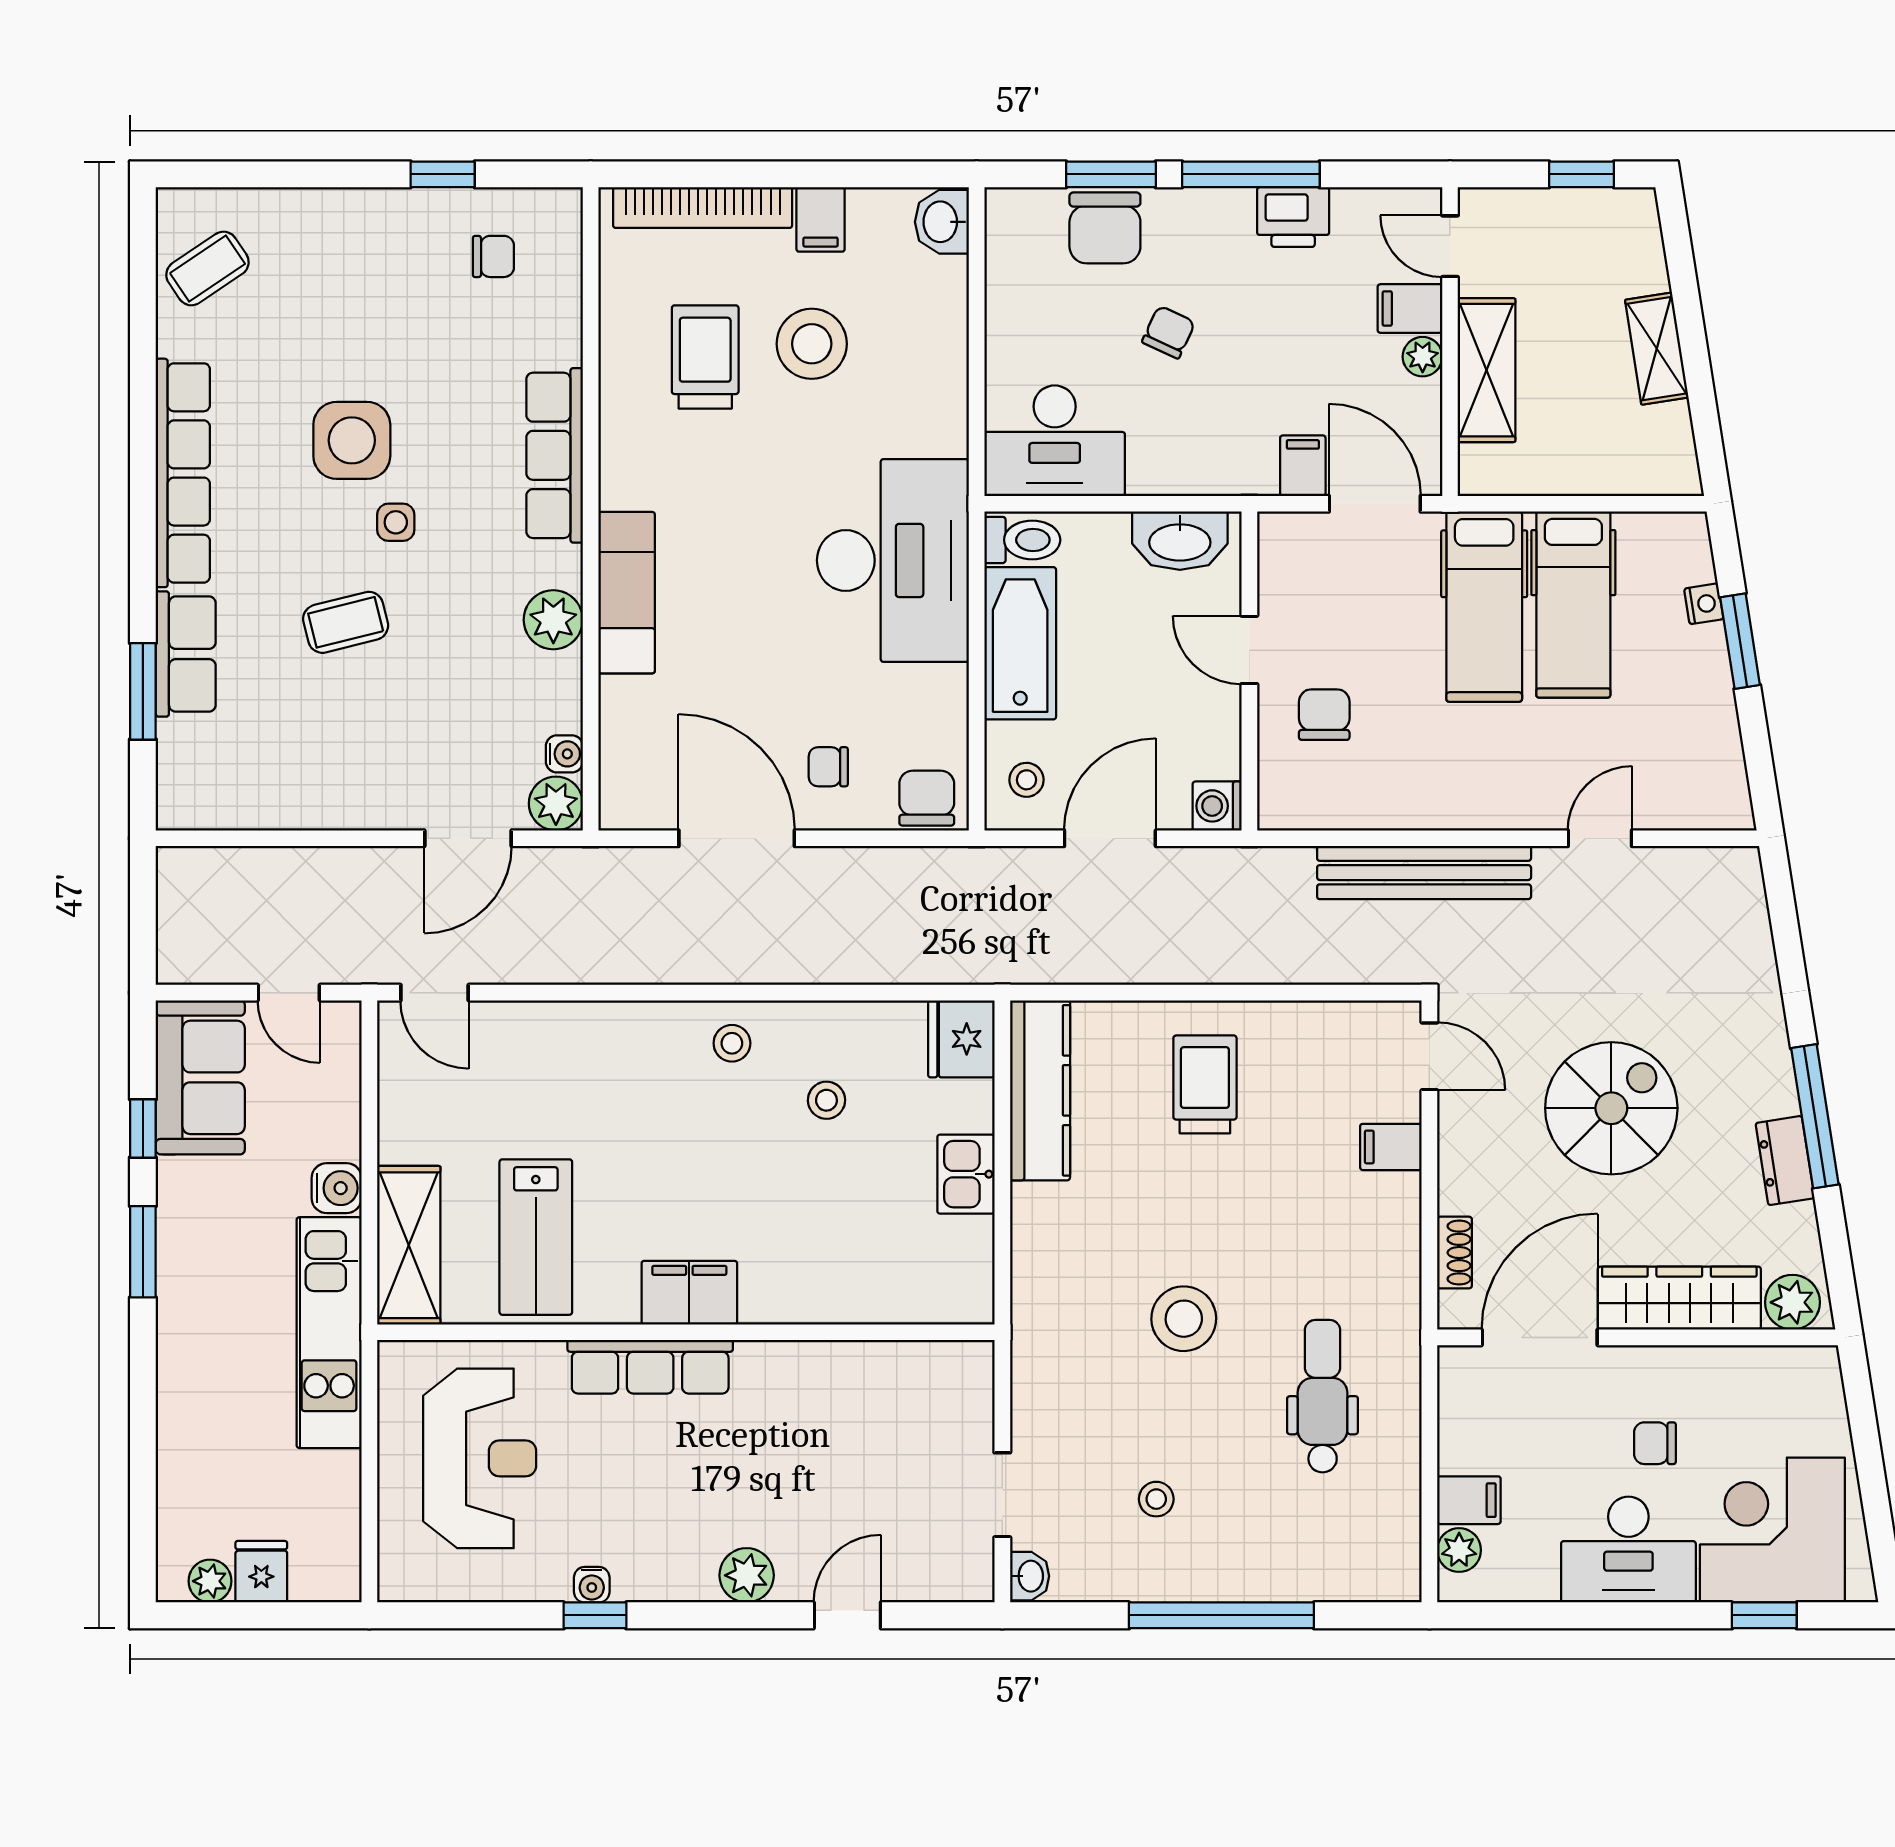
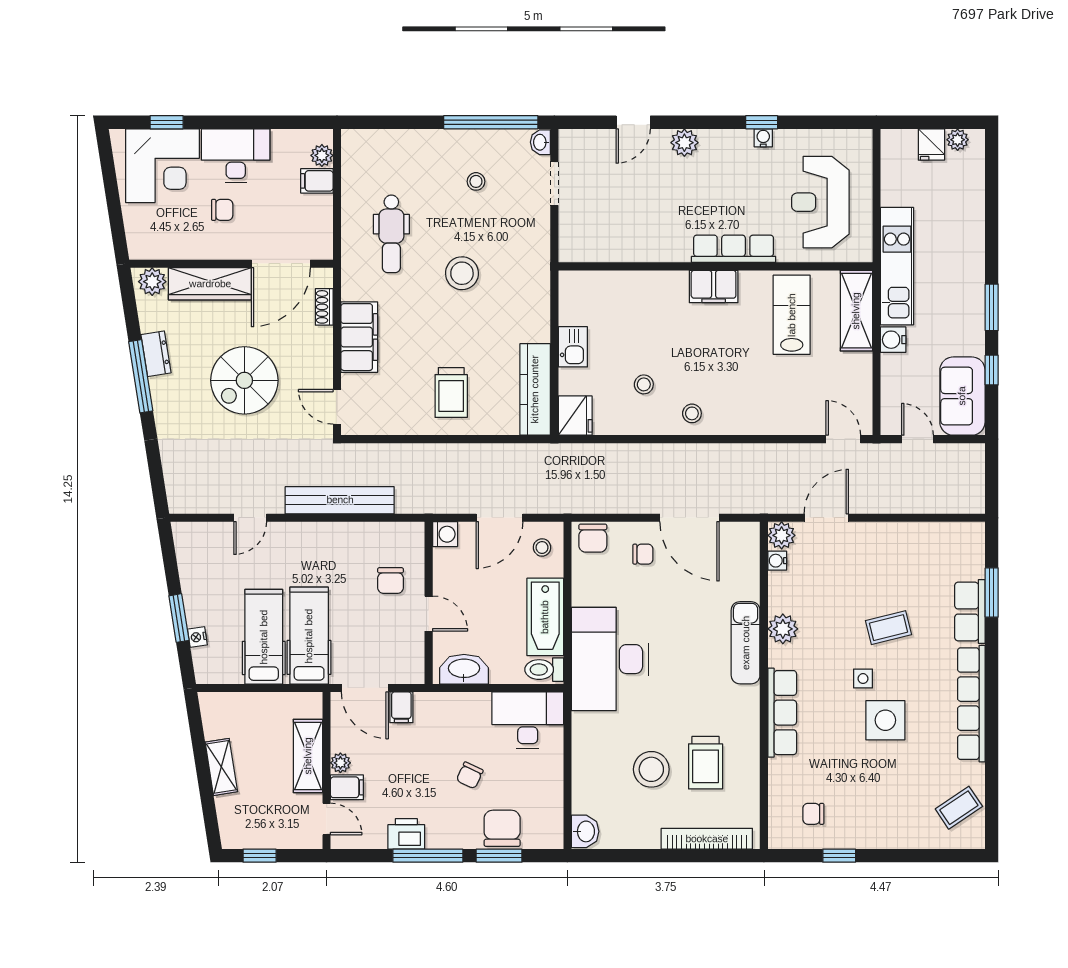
filing cabinet: (821, 219) -> (647, 833), removed
filing cabinet: (1391, 1147) -> (359, 337), width x3.00, depth x1.17
window: (1221, 1615) -> (491, 122), moved

